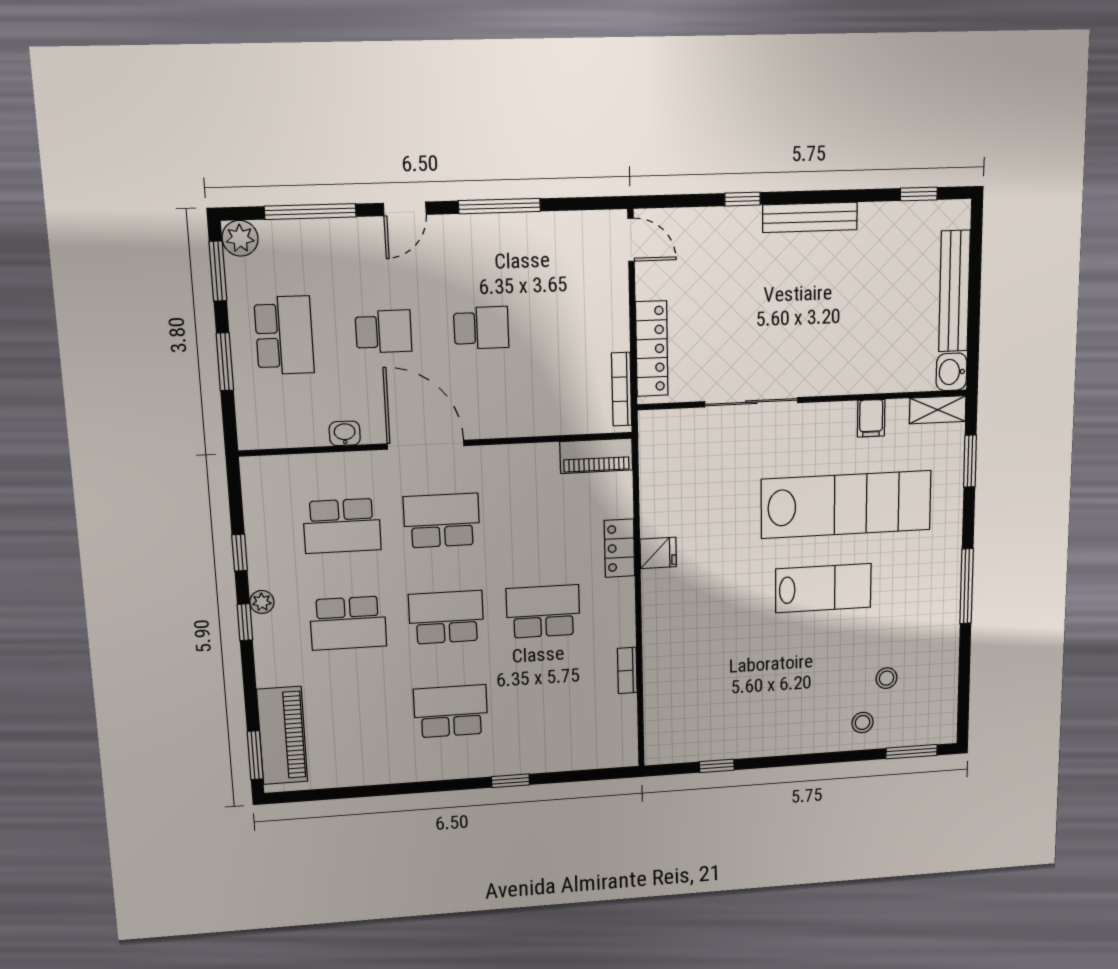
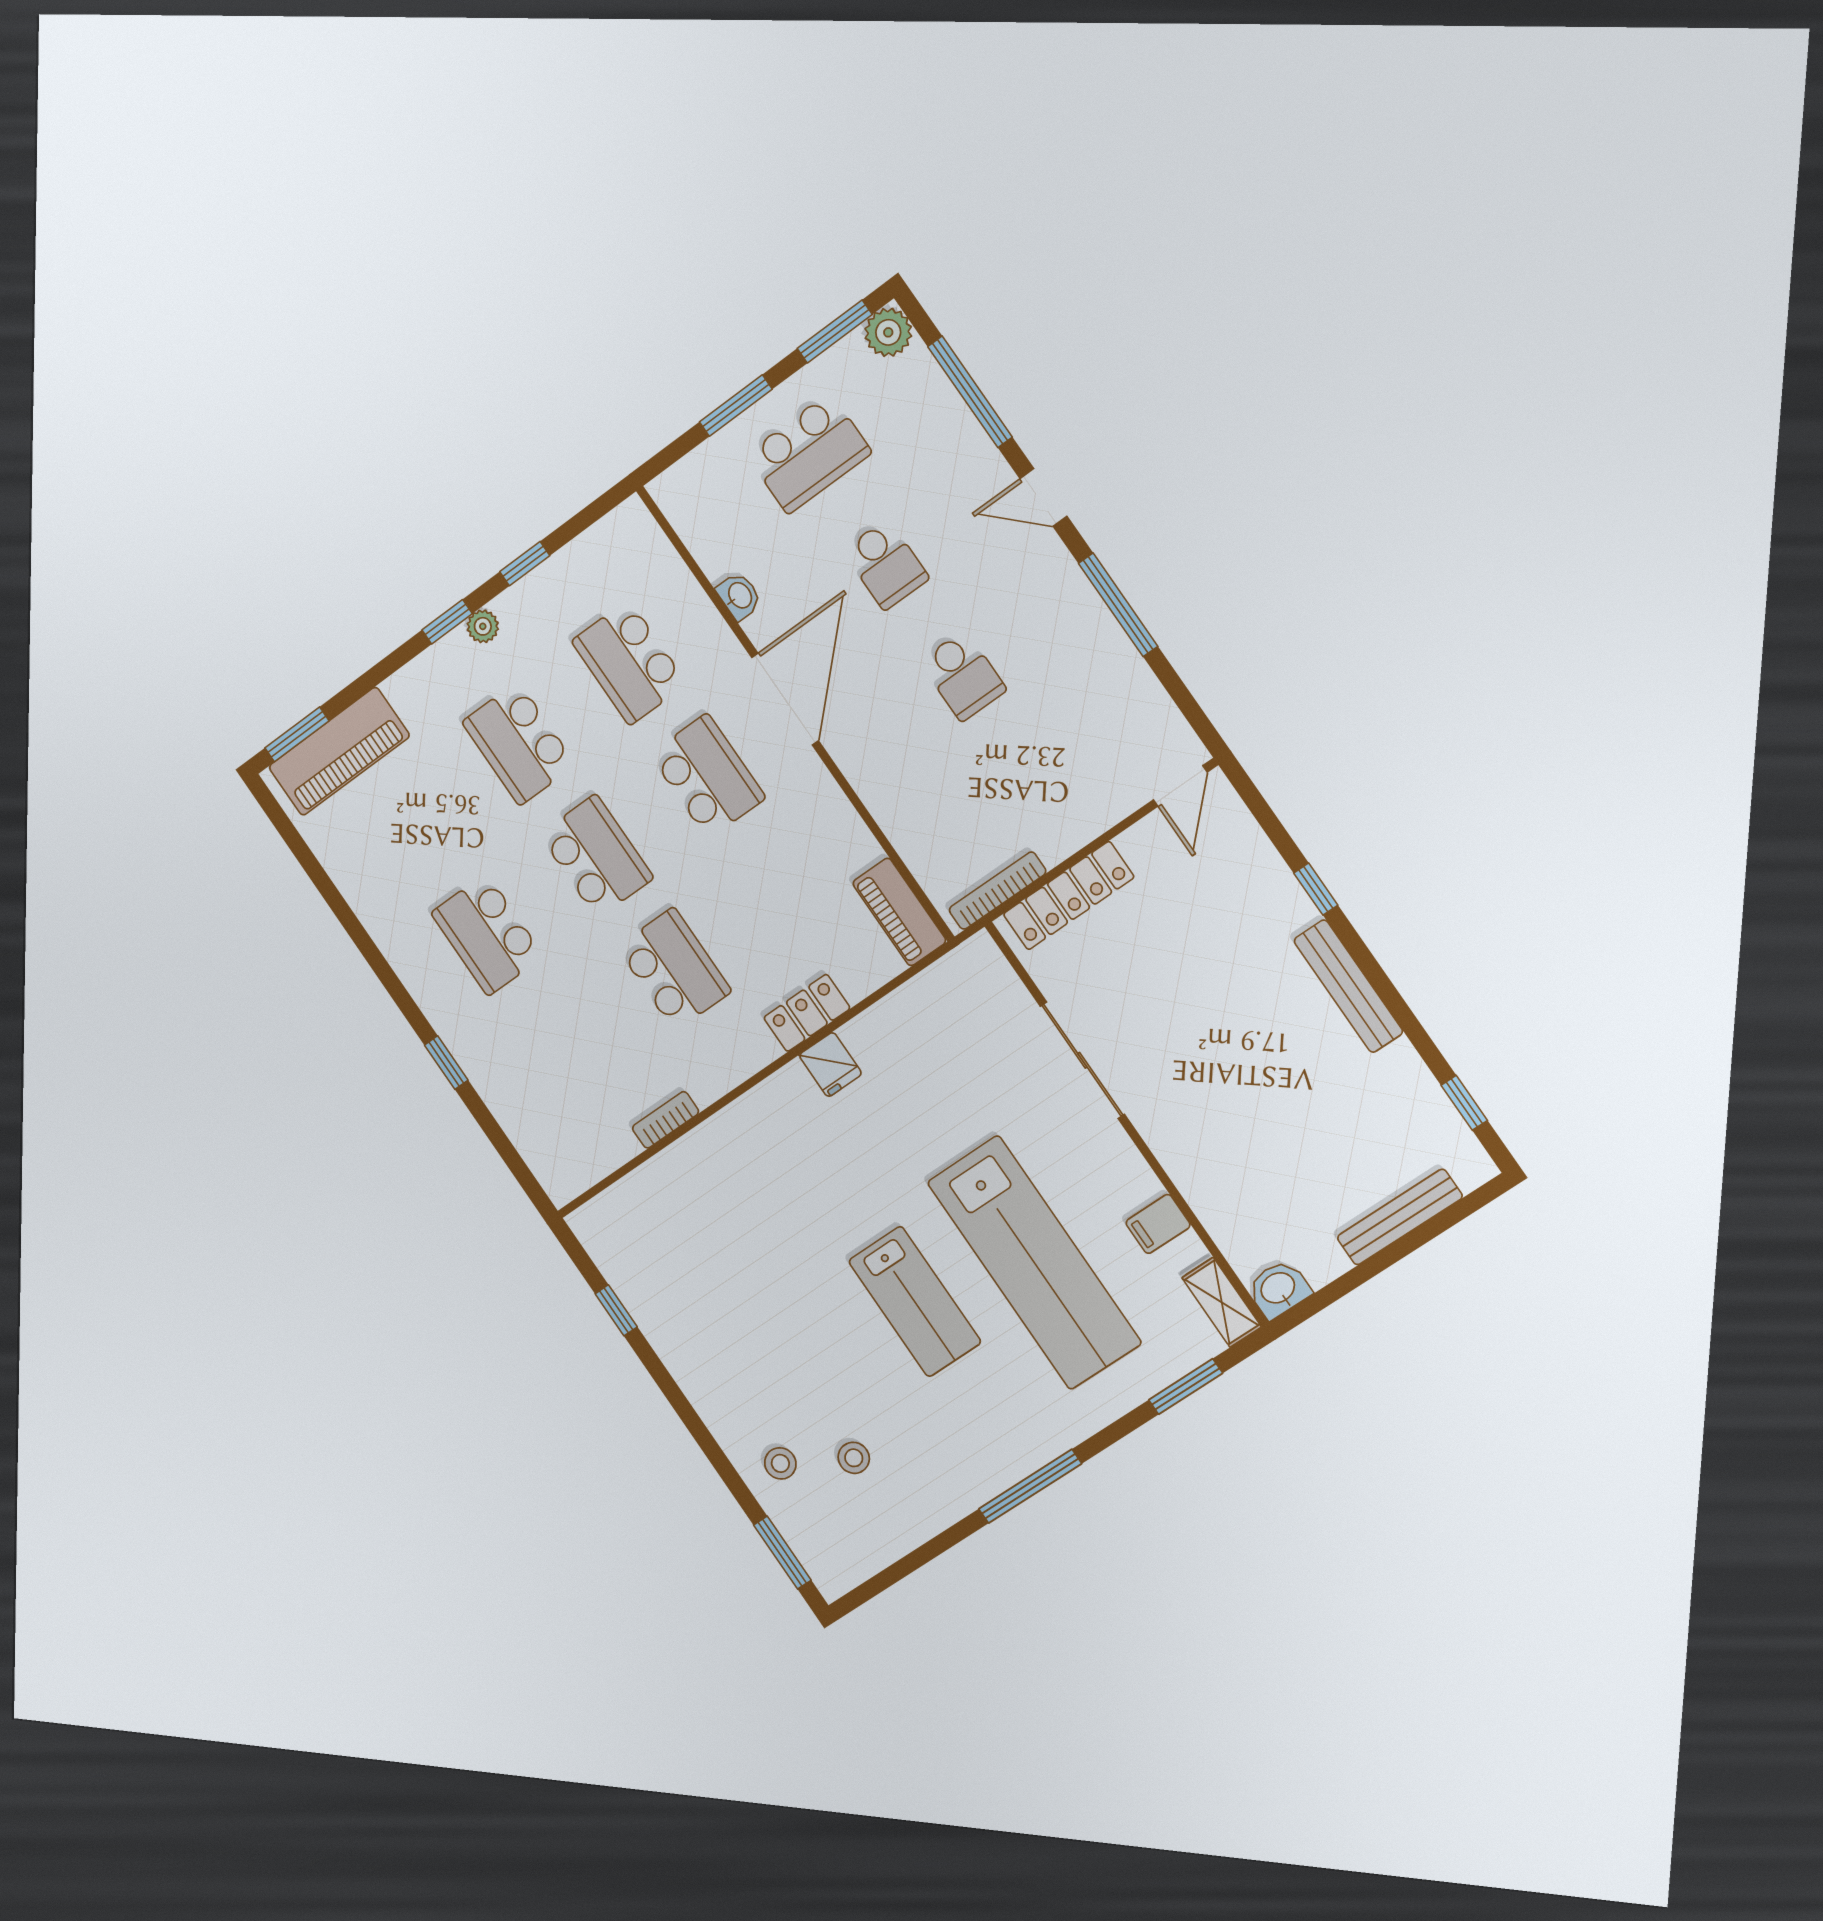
bench: (954, 291) -> (1400, 1217), width x0.73, depth x0.82
school desk: (451, 711) -> (487, 935), turned 180

